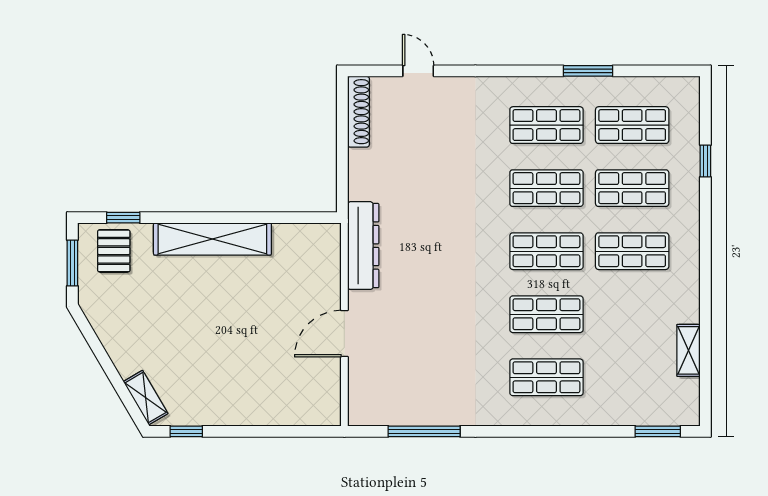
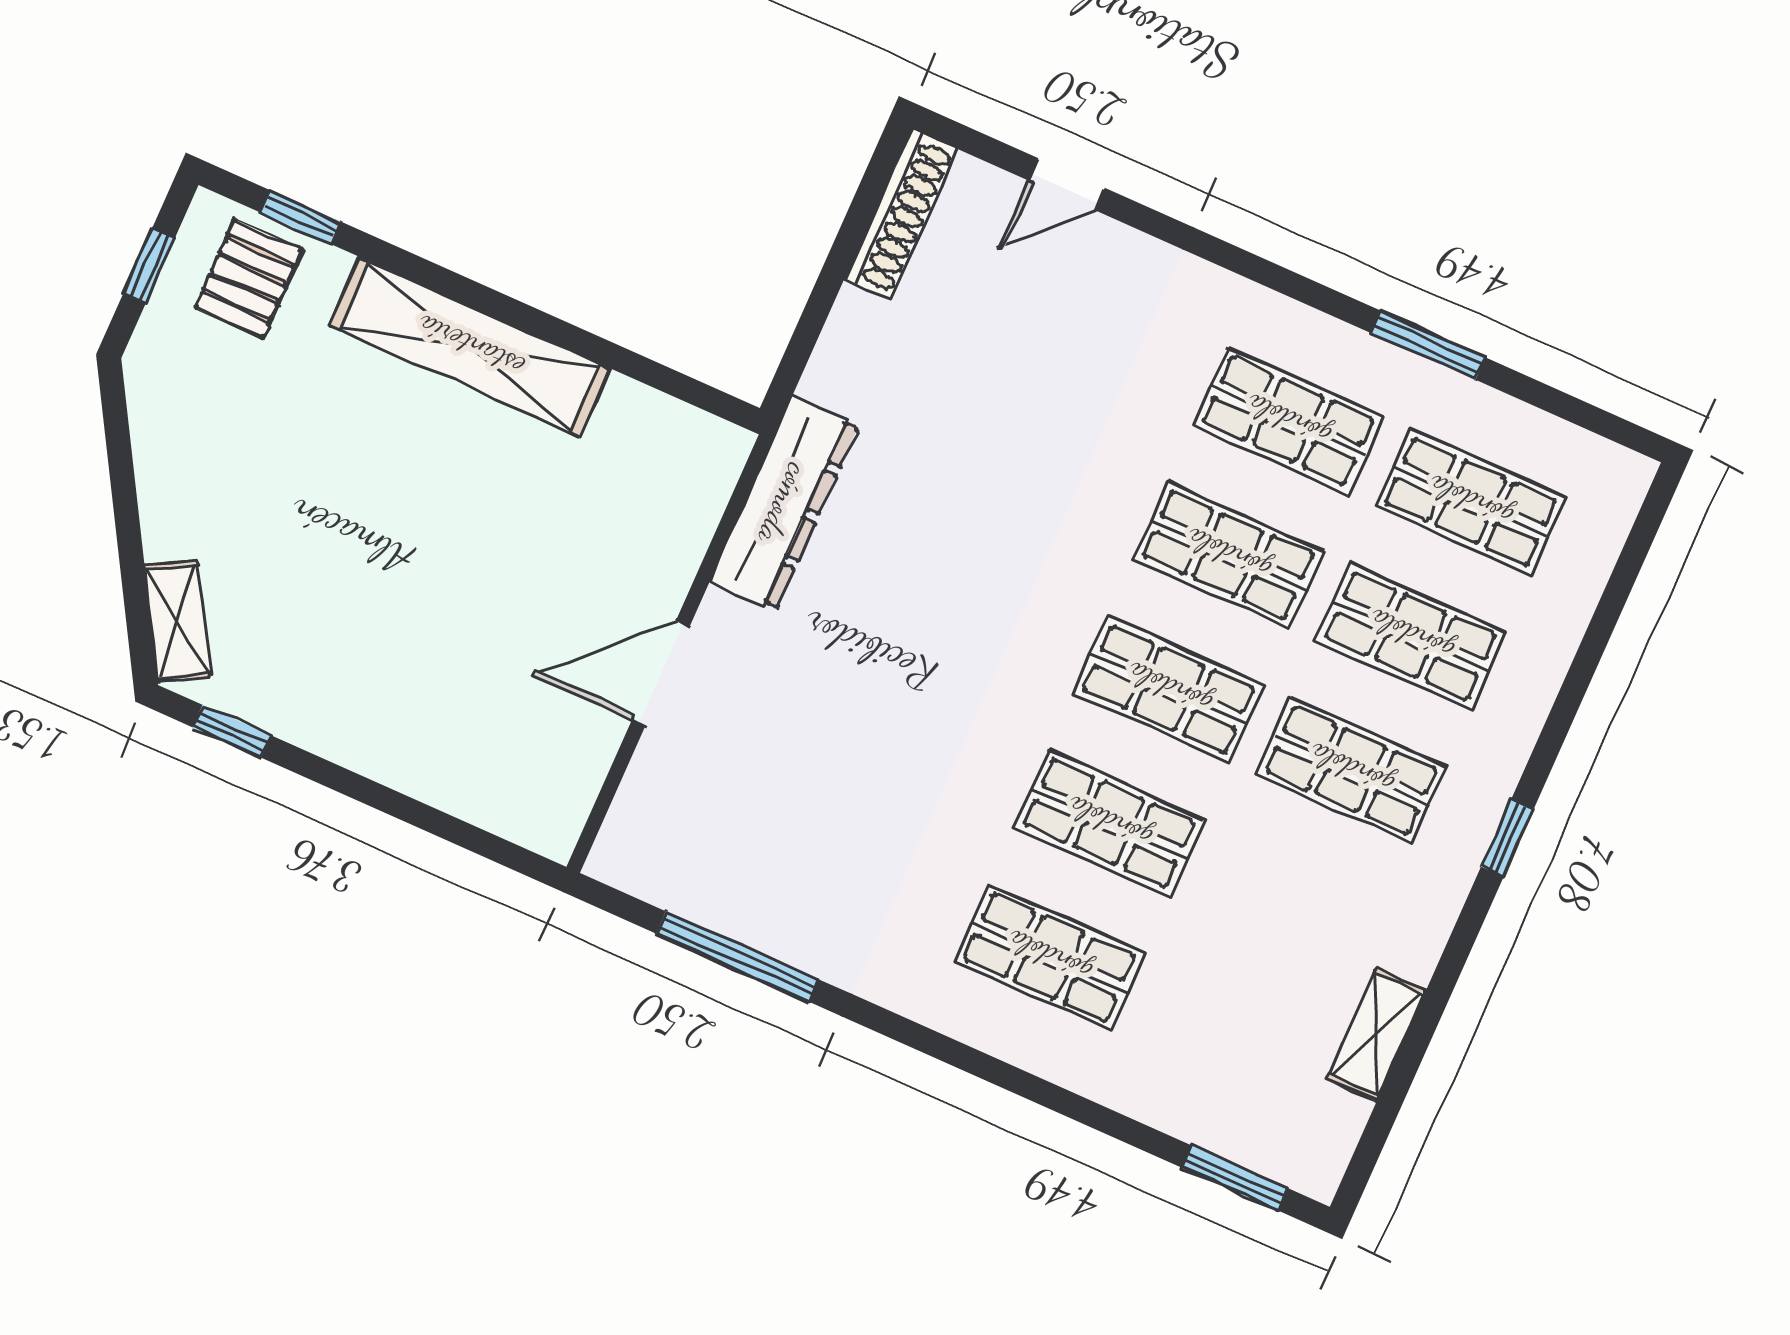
door: (418, 71) -> (1066, 184), swing flipped
window: (705, 161) -> (1507, 838), moved
window: (72, 263) -> (149, 265), width x0.67

